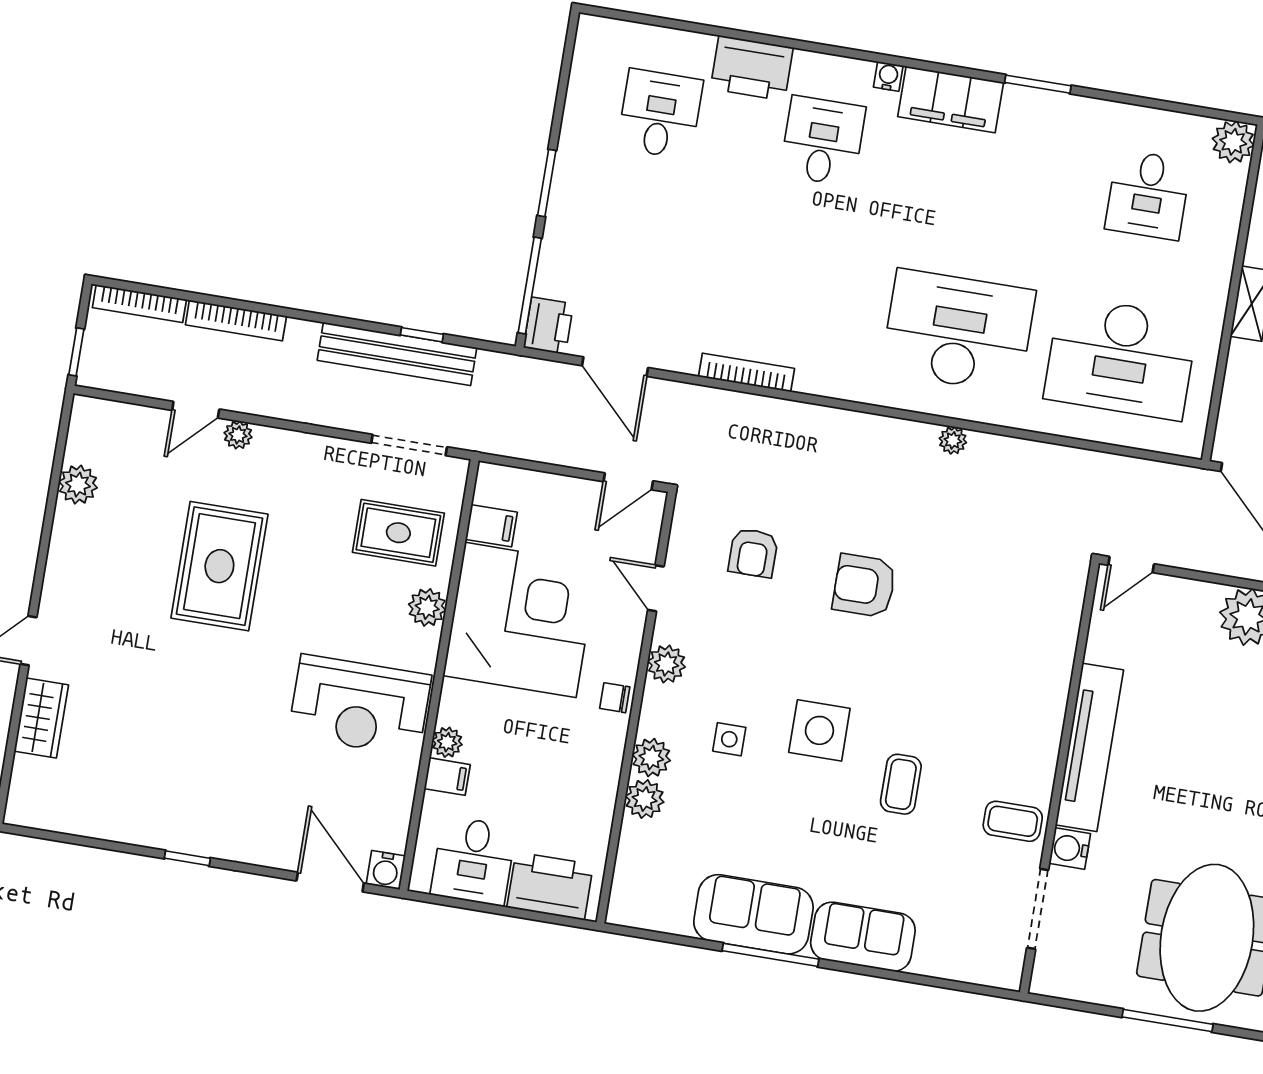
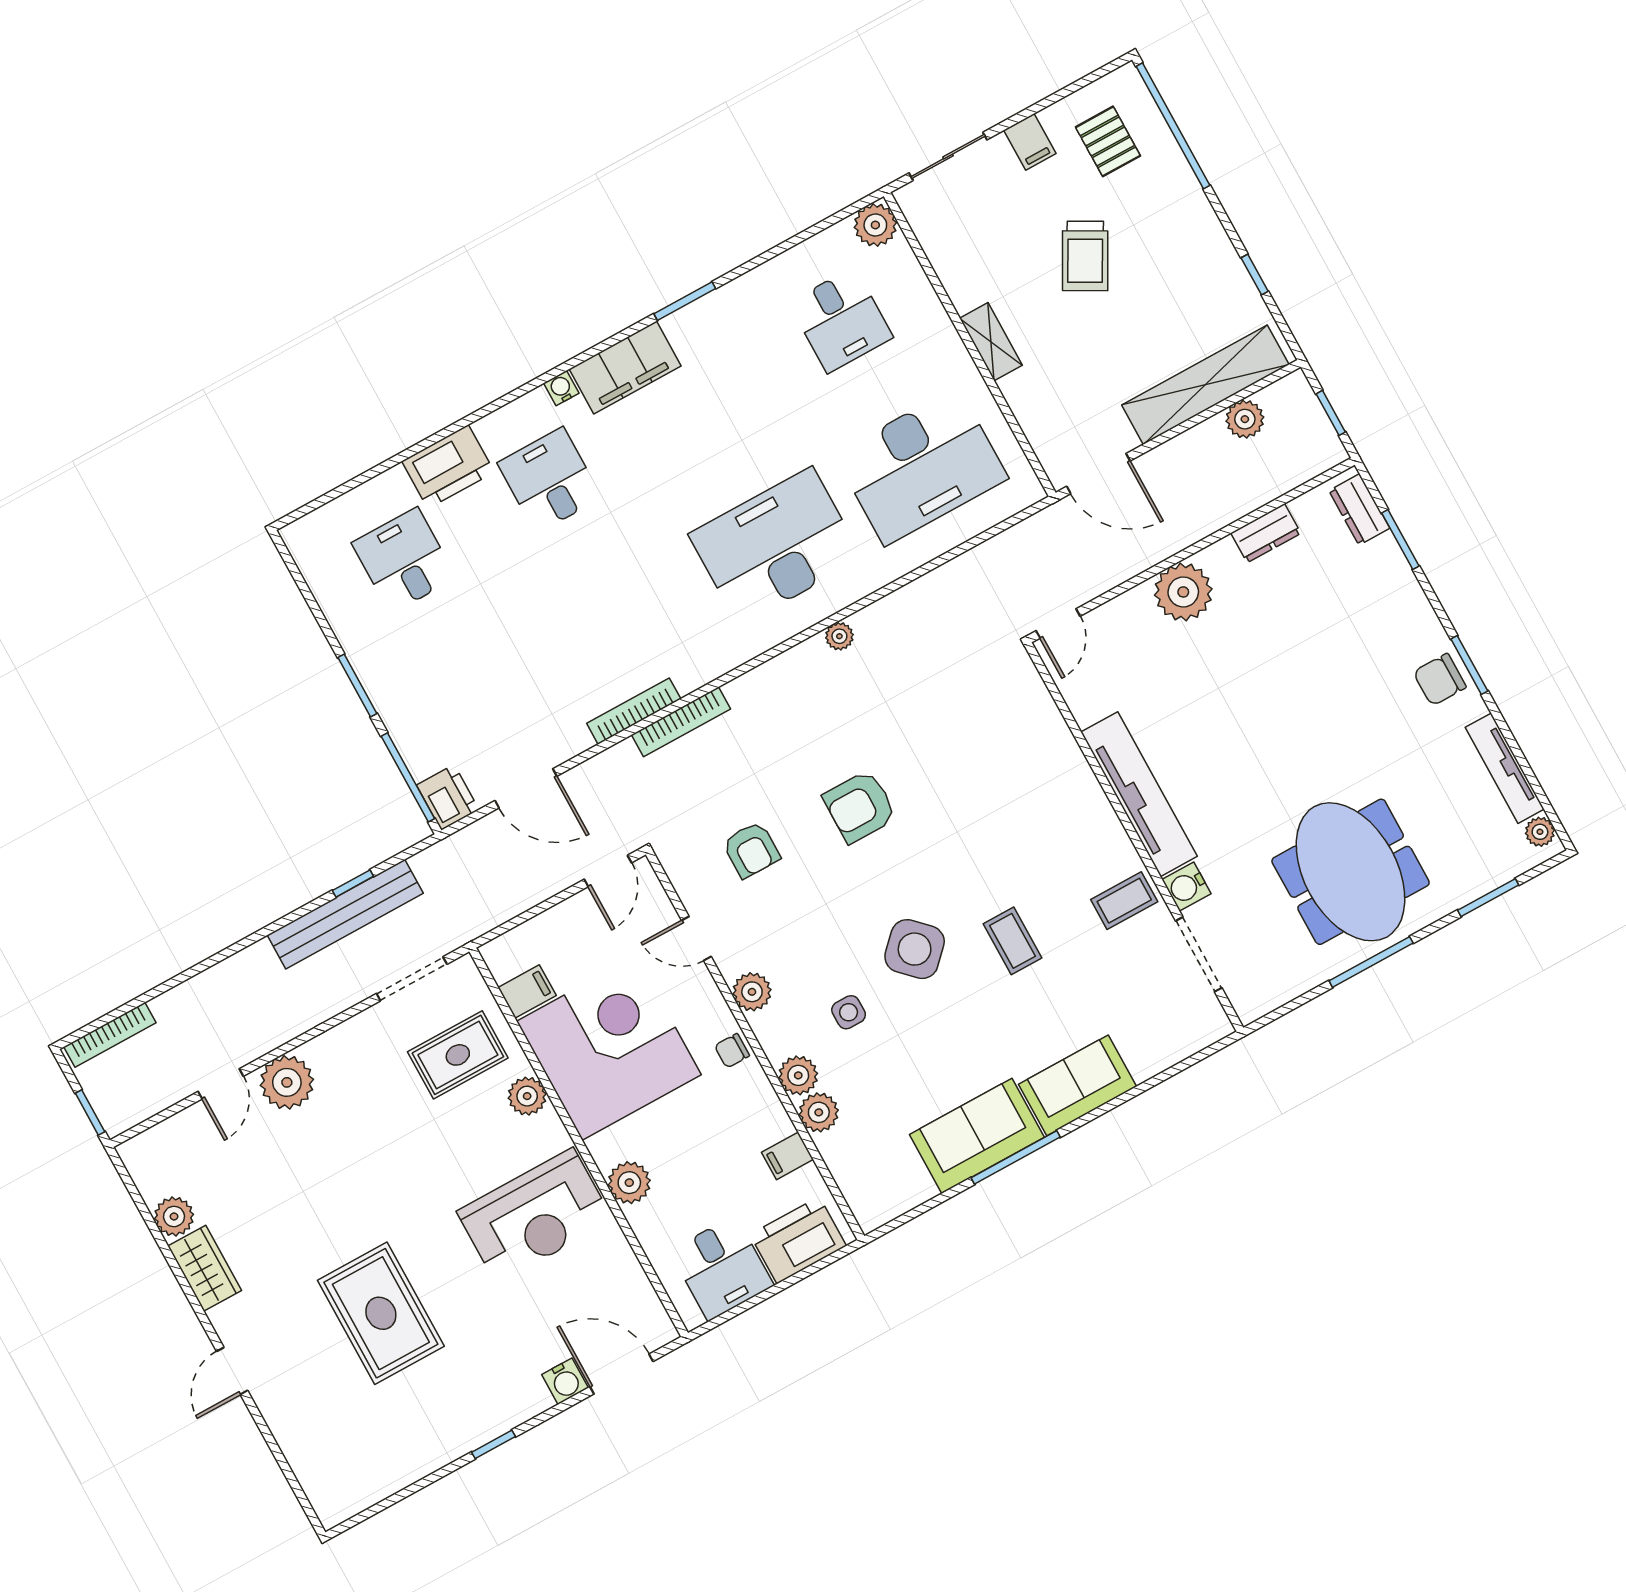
bookcase: (236, 320) -> (681, 722), moved
plant: (238, 435) -> (287, 1082), width x1.88, depth x1.88
rug: (219, 566) -> (381, 1313), moved
wardrobe: (41, 718) -> (205, 1268), moved
side table: (819, 730) -> (915, 949), turned 45
plant: (447, 742) -> (629, 1183), width x1.38, depth x1.38
filing cabinet: (447, 777) -> (788, 1156), moved, turned 180
water cooler: (386, 870) -> (565, 1381), moved

